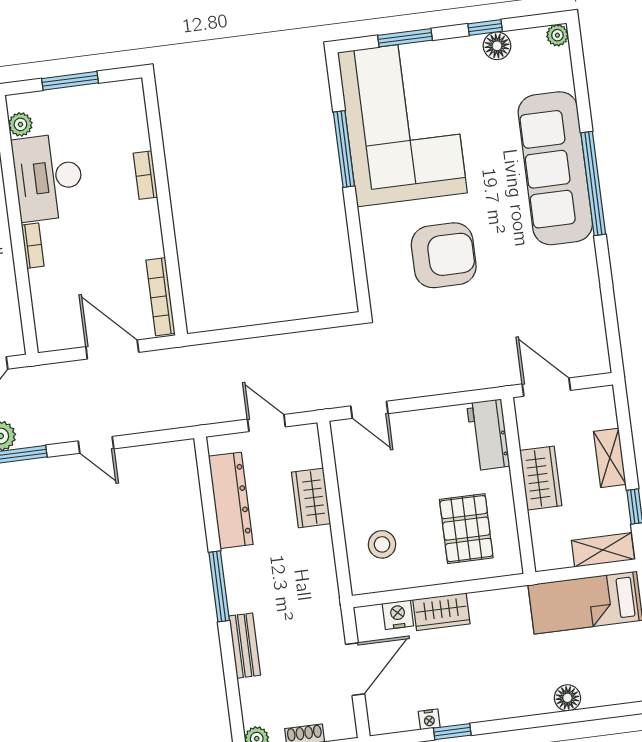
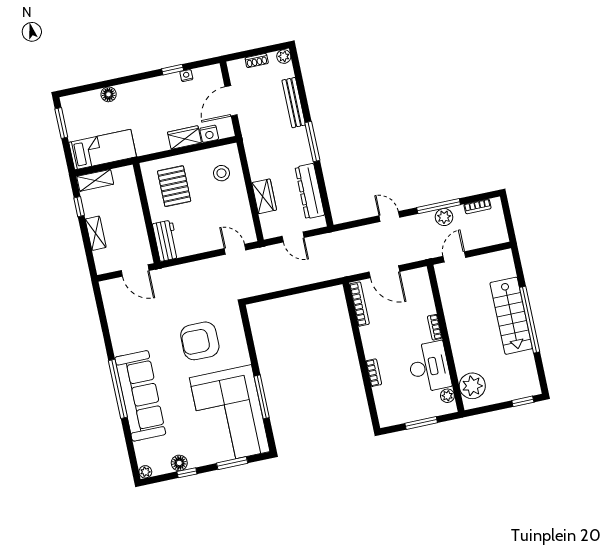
wardrobe: (541, 478) -> (134, 218), removed
bench: (245, 646) -> (294, 103), width x1.36

